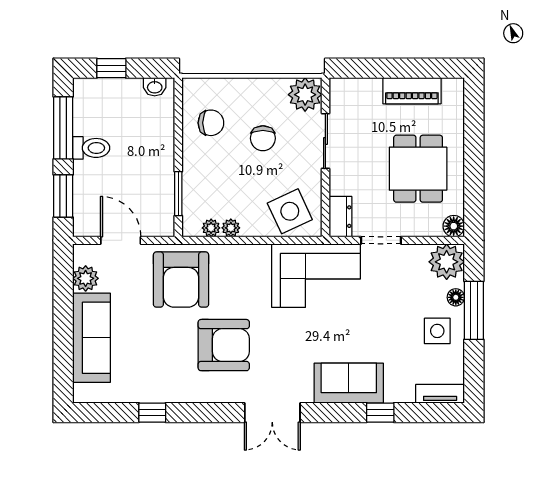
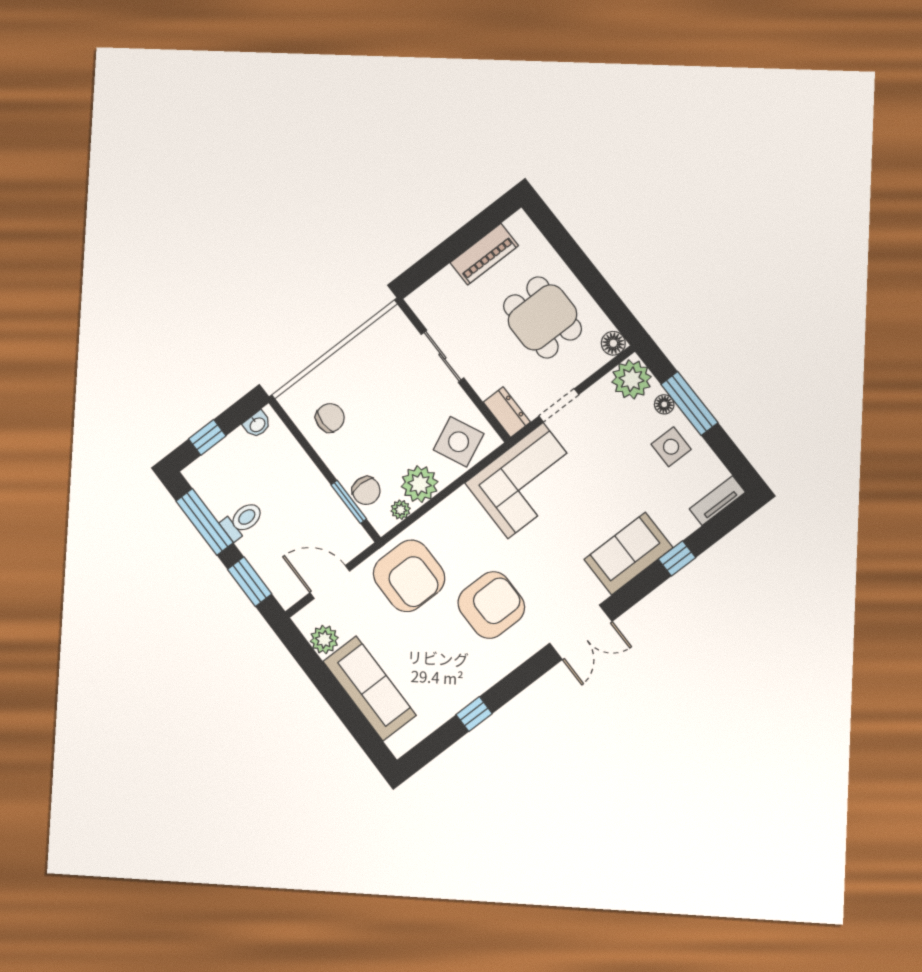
plant: (305, 95) -> (393, 330), removed
chair: (263, 138) -> (366, 491), moved
plant: (231, 228) -> (420, 484), width x1.88, depth x1.88

